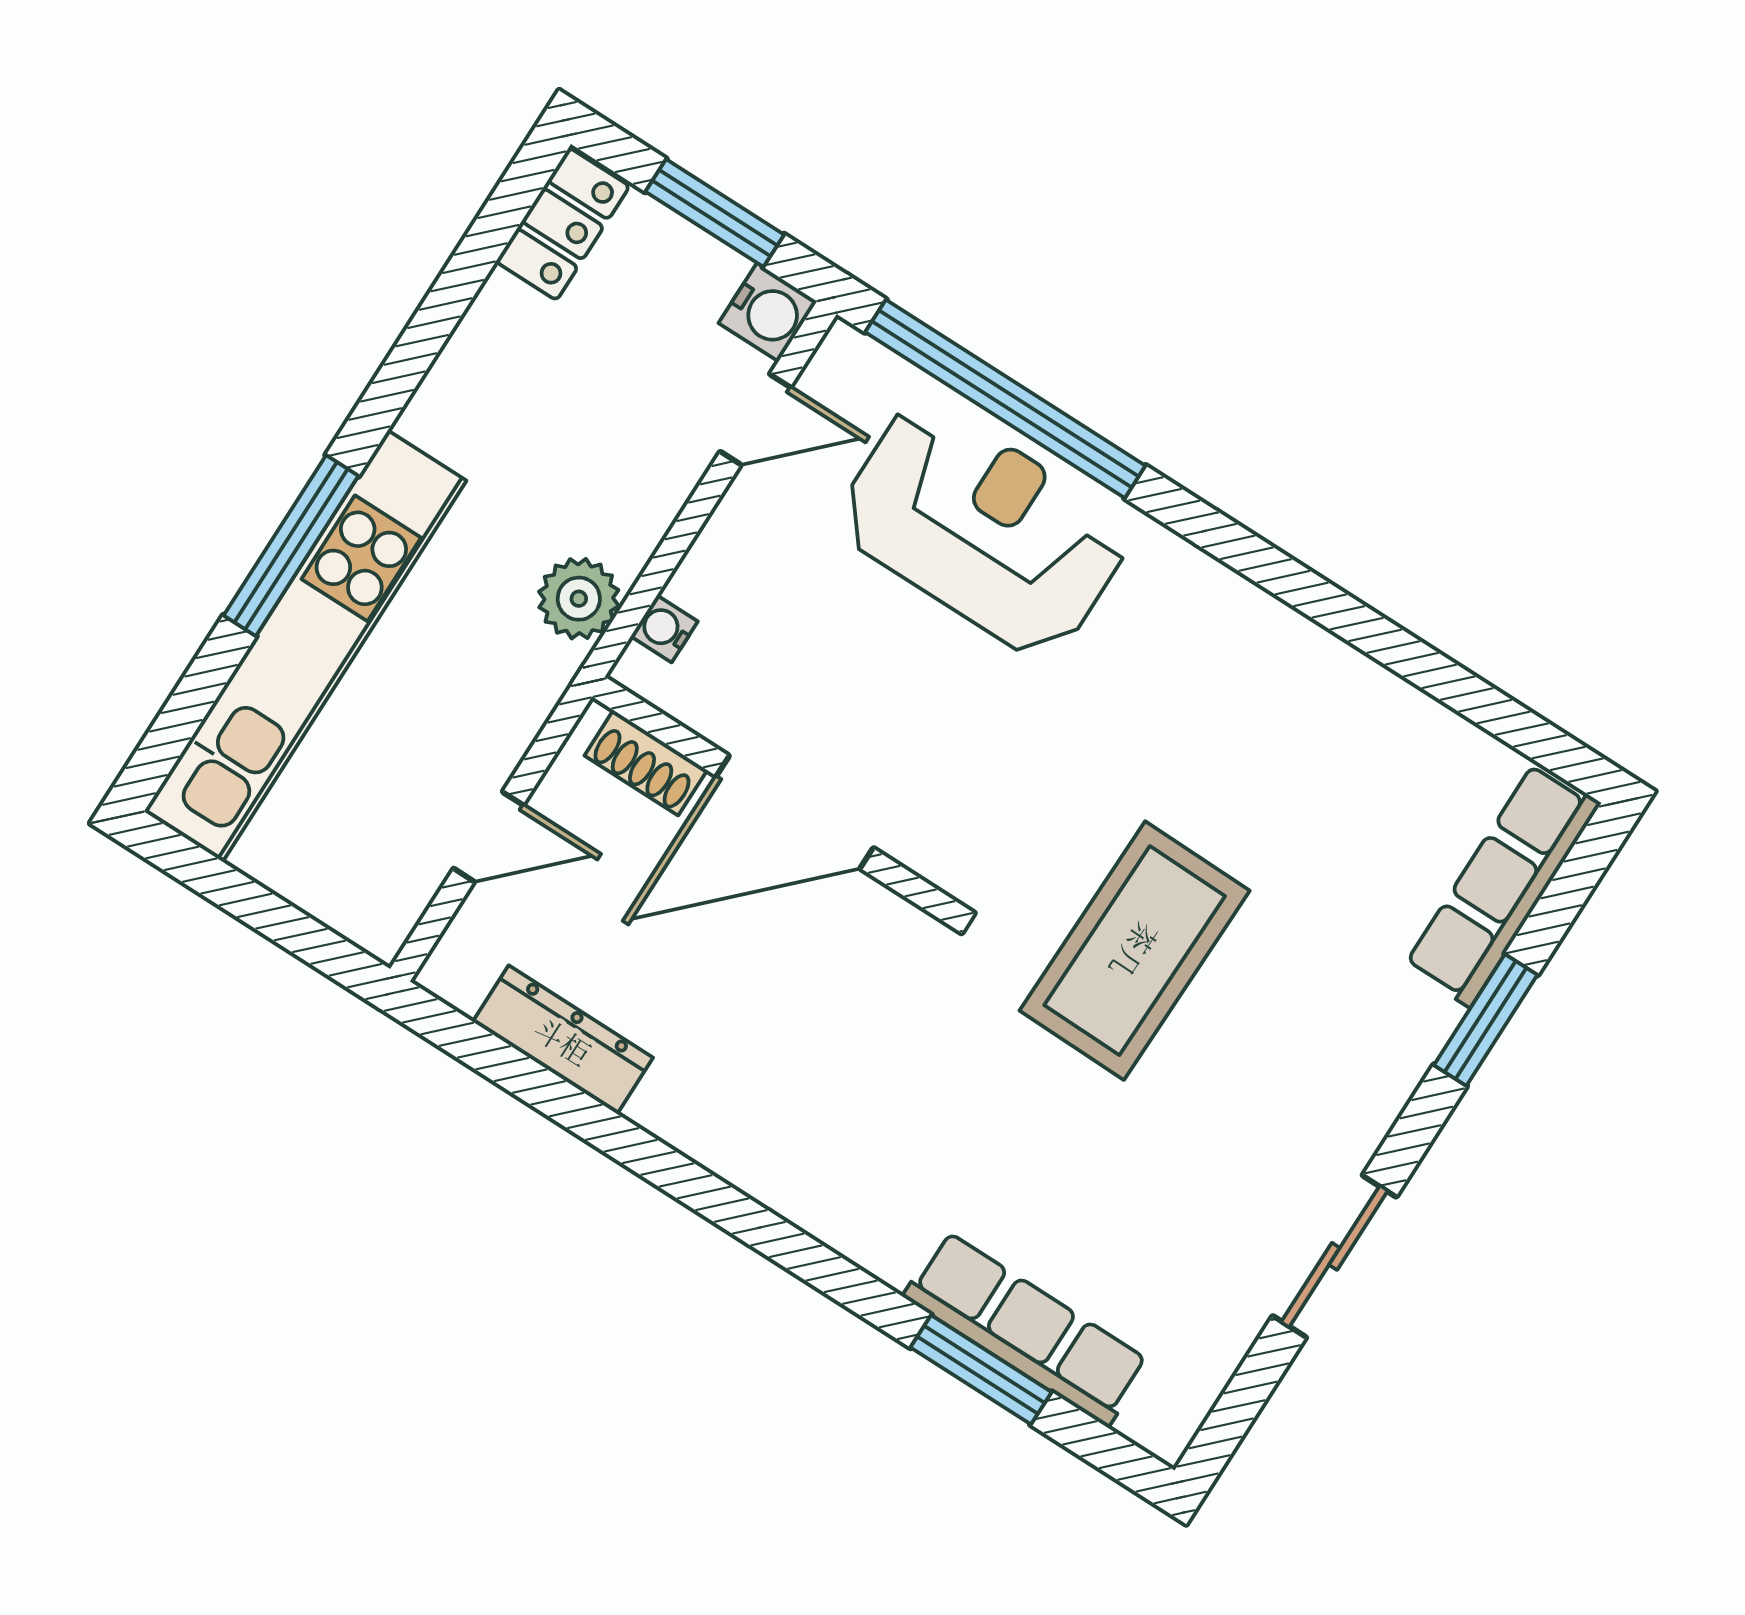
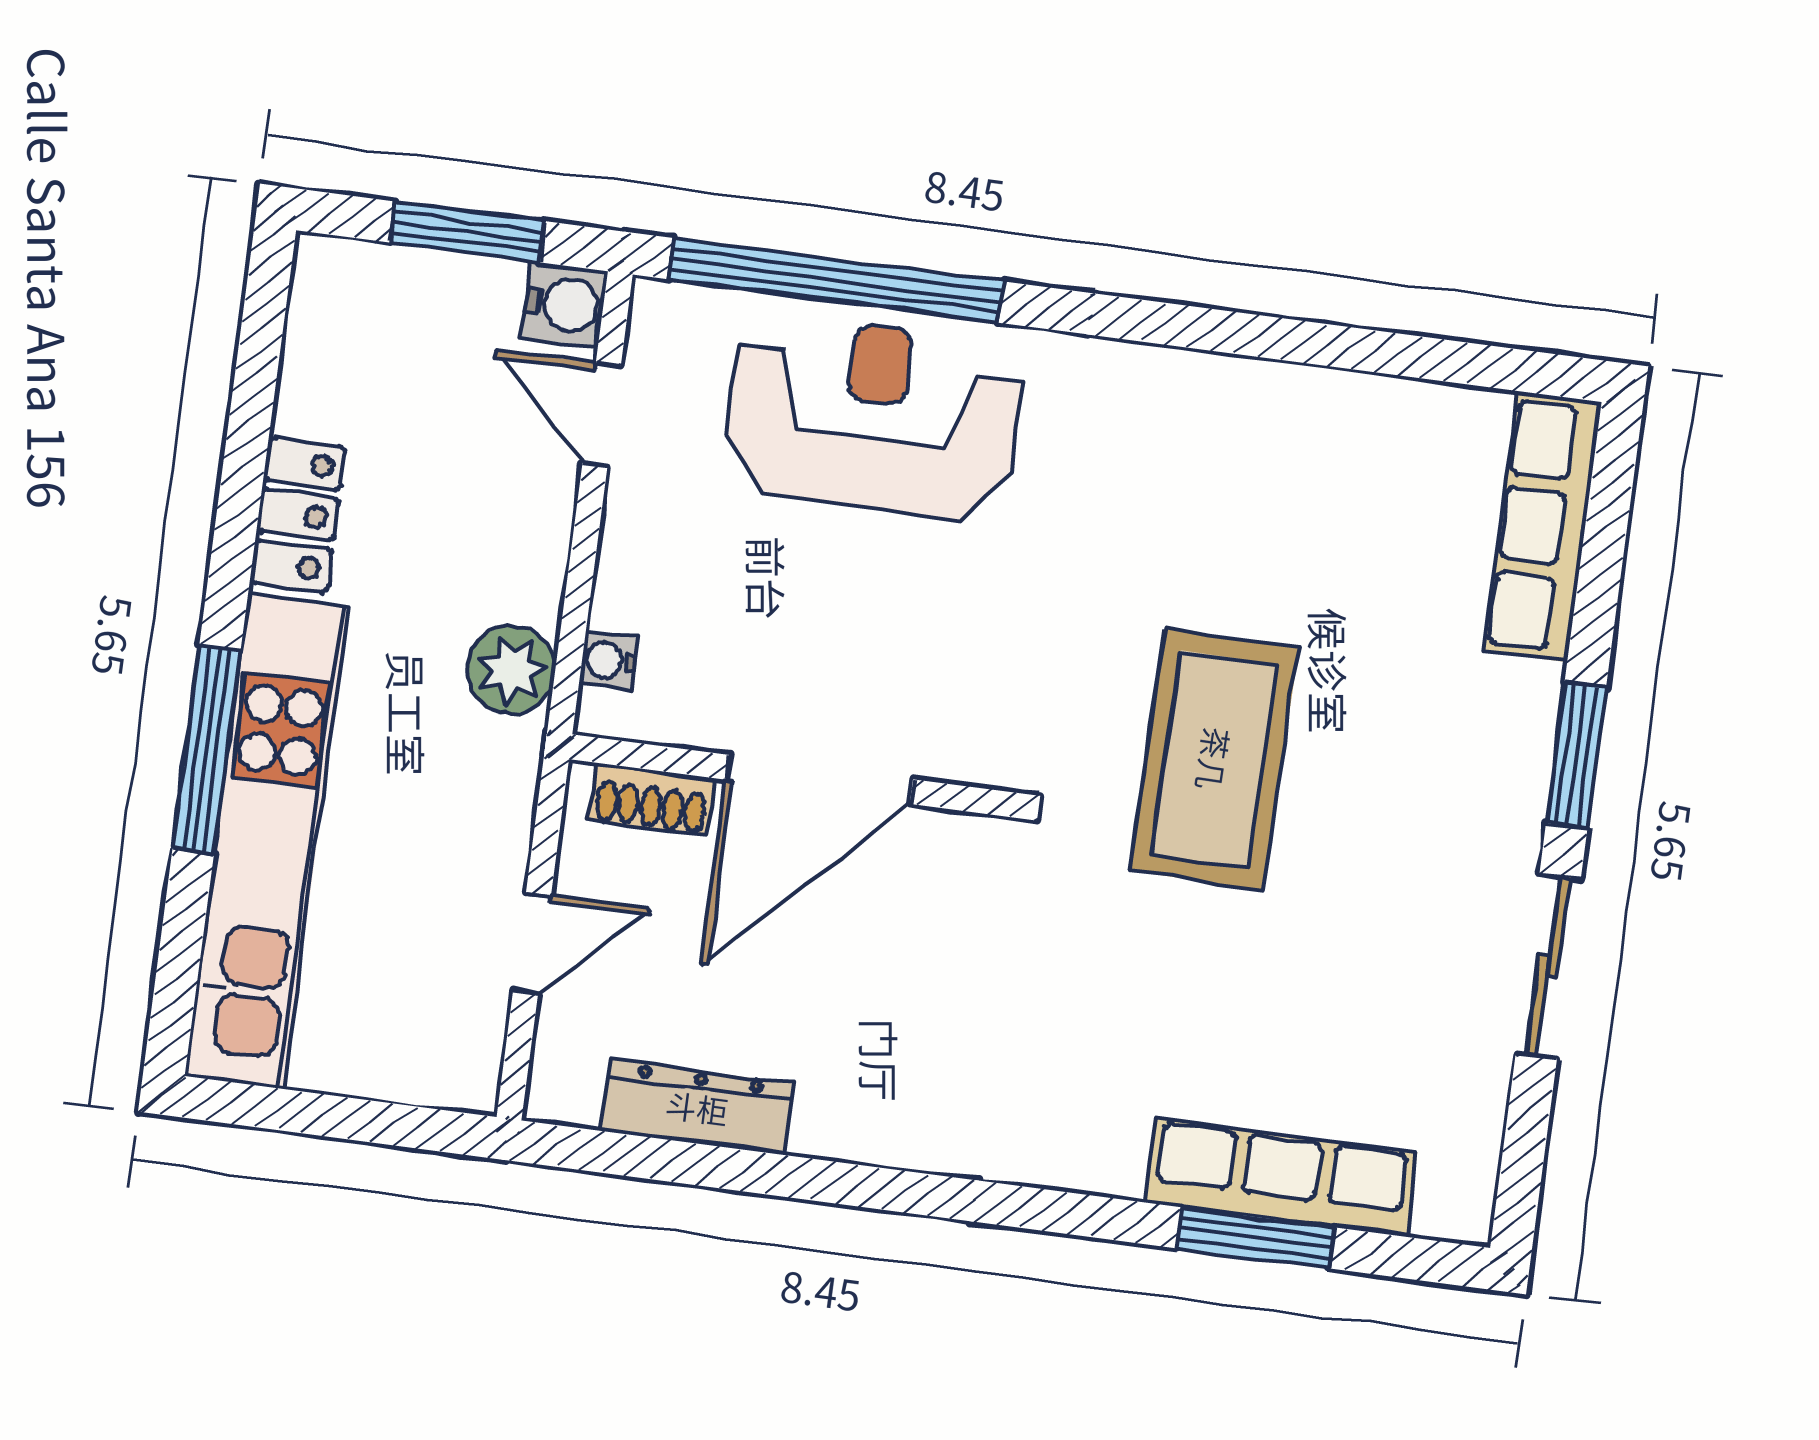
locker: (563, 224) -> (298, 515), moved
door: (755, 419) -> (602, 415), swing flipped
window: (1486, 1020) -> (1576, 755), moved

